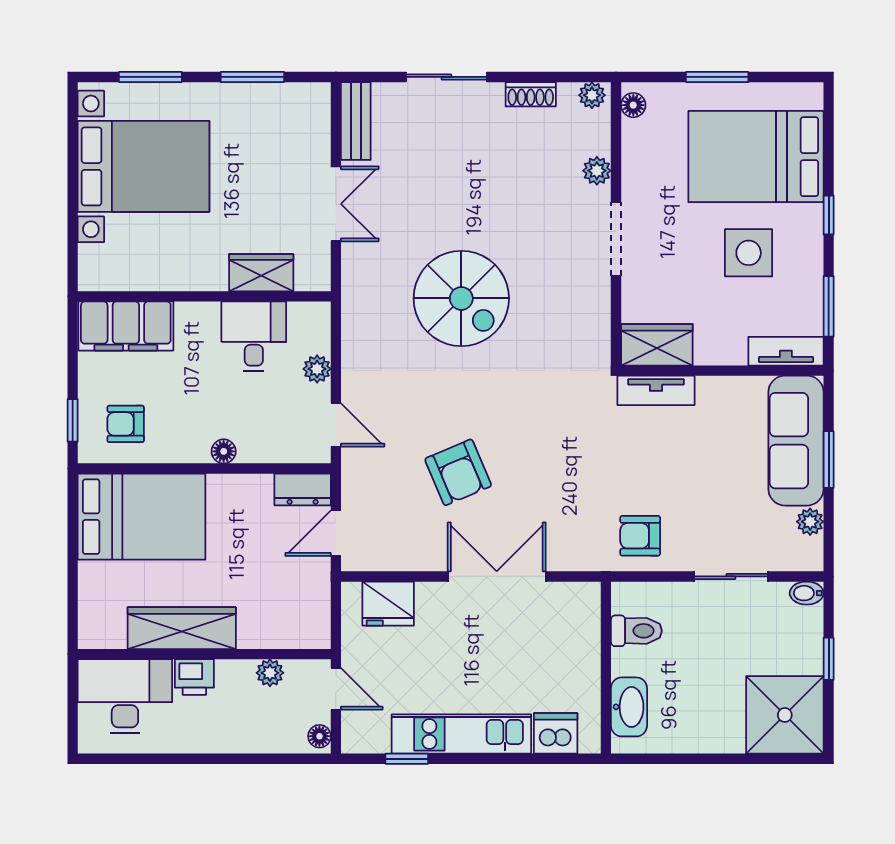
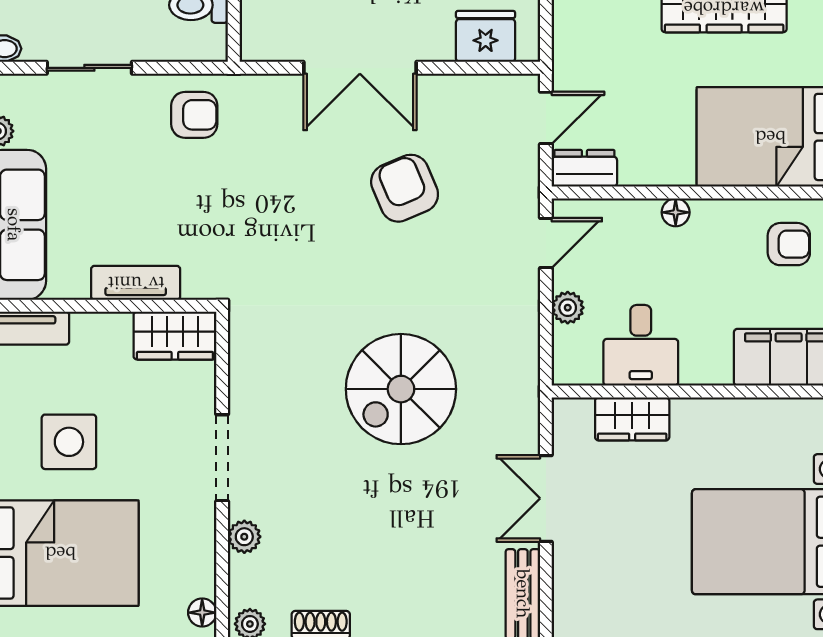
spiral stairs: (461, 298) -> (401, 389), turned -90
tv unit: (656, 390) -> (136, 283), moved
door: (336, 425) -> (546, 243), swing flipped

